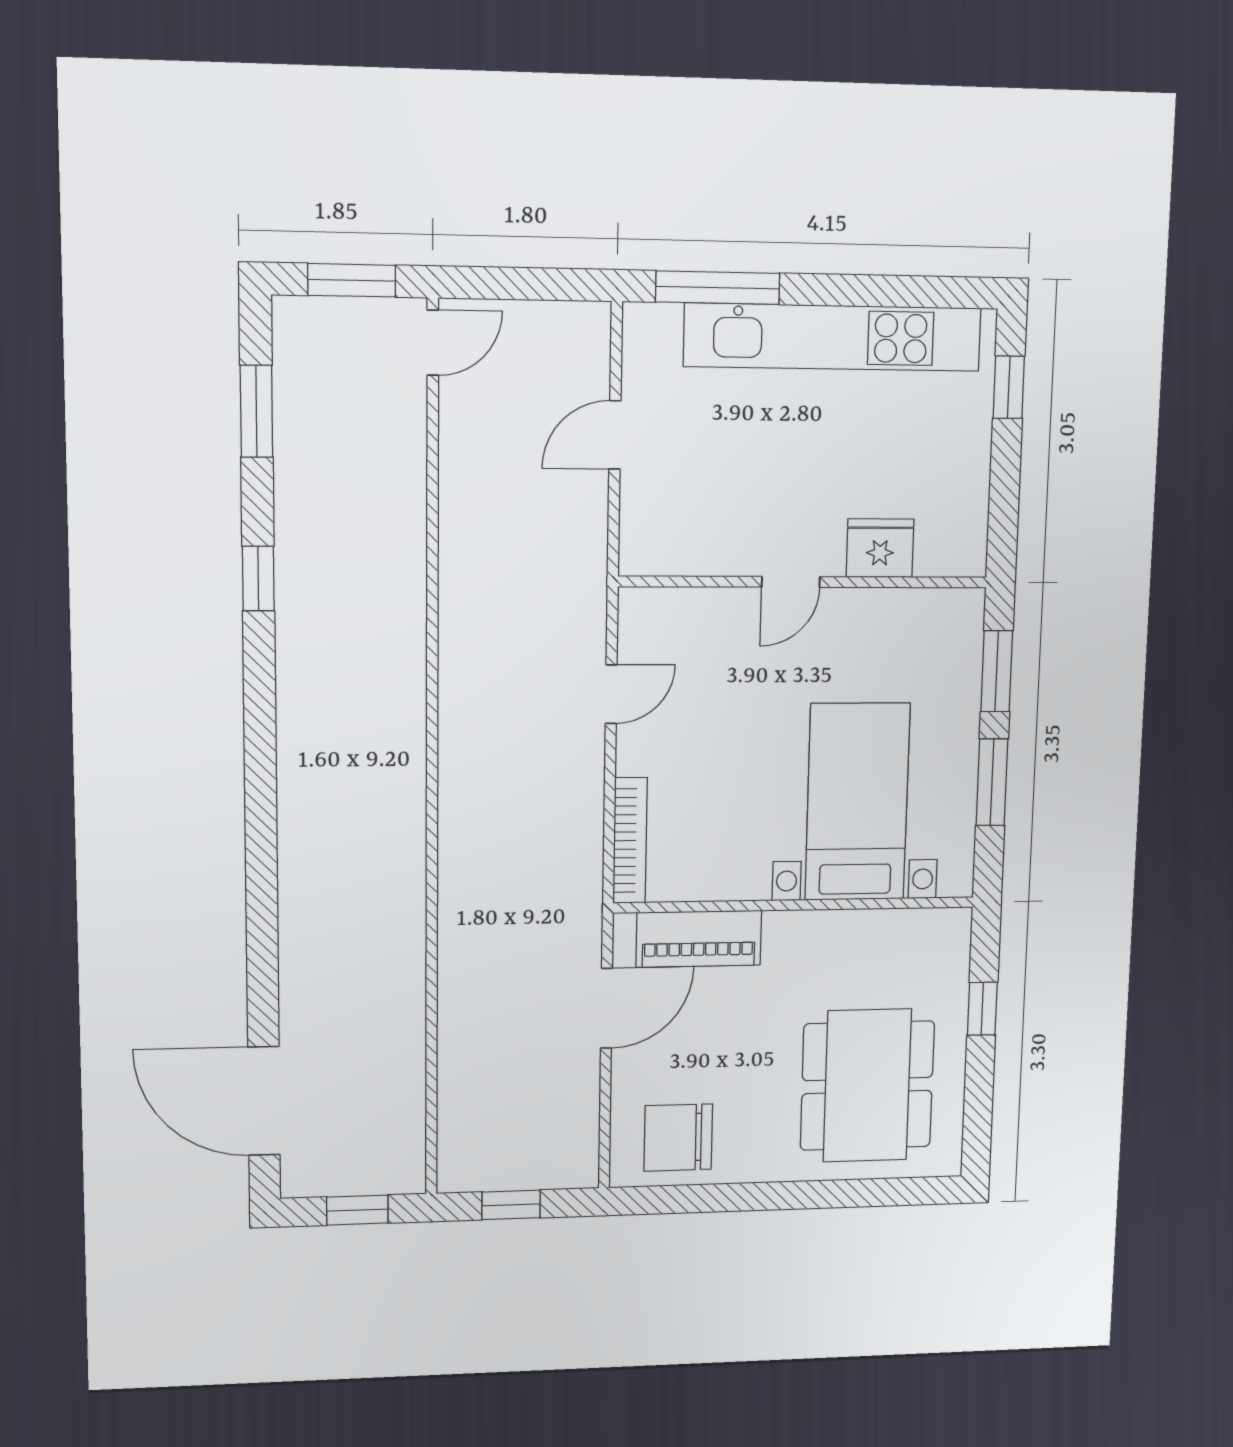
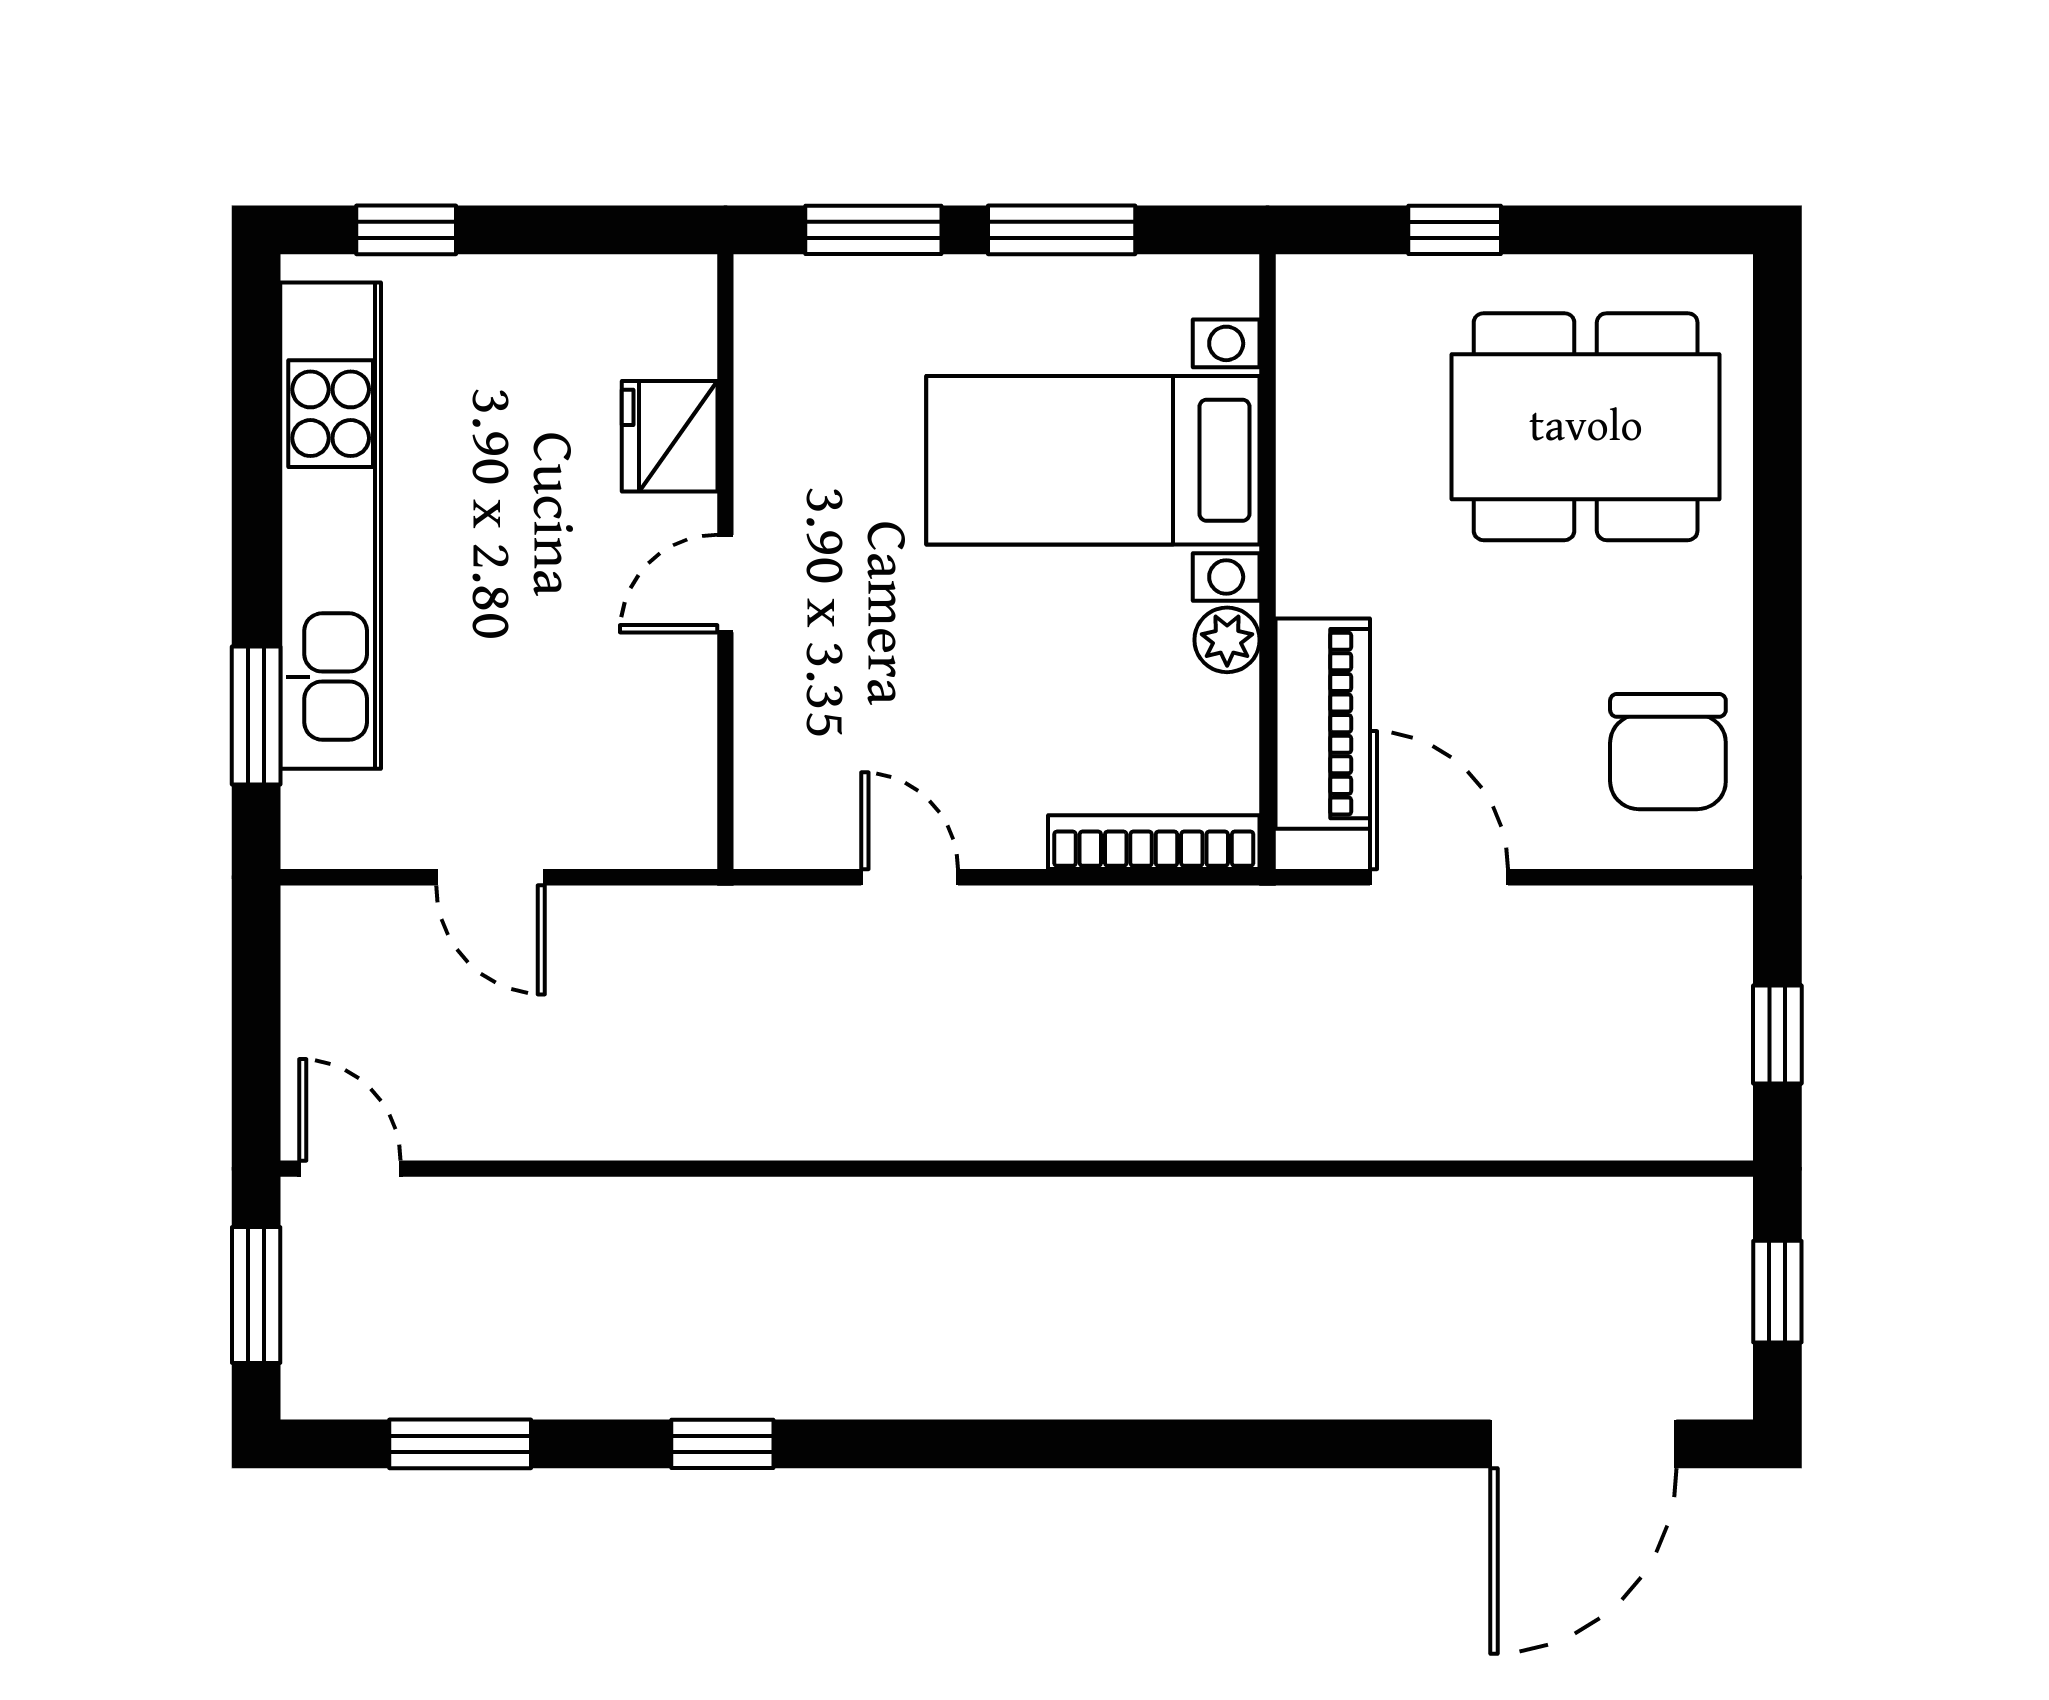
window: (718, 288) -> (256, 715), width x0.69
door: (791, 582) -> (725, 584), swing flipped
plant: (750, 882) -> (1227, 640), added

